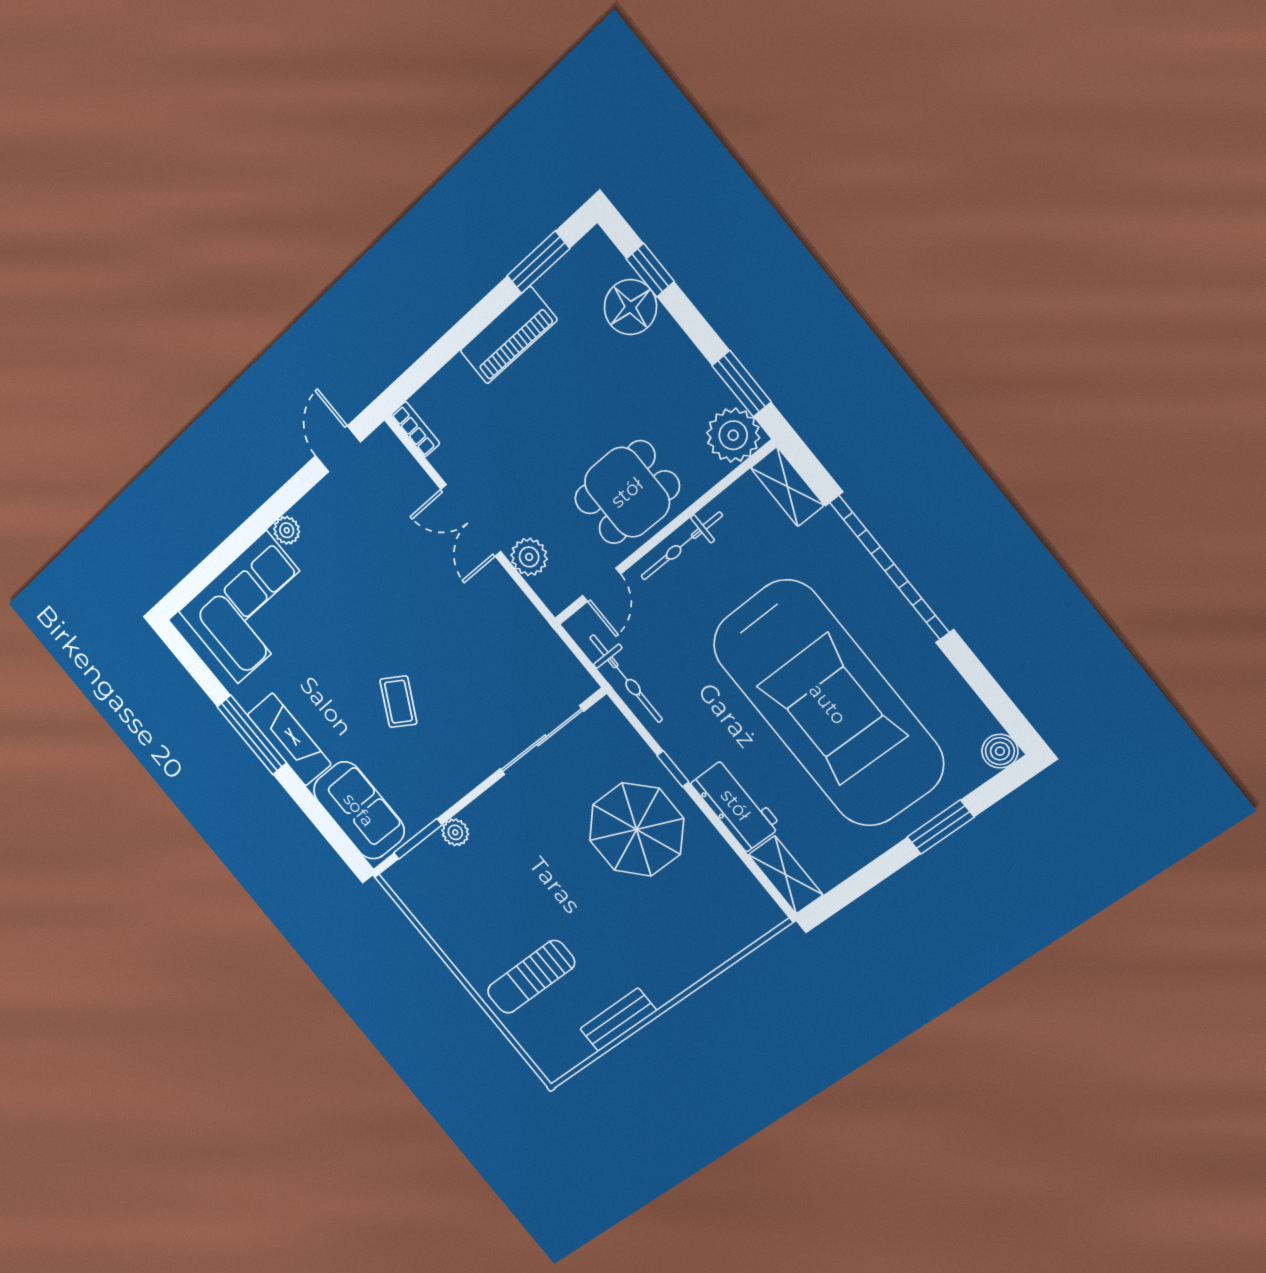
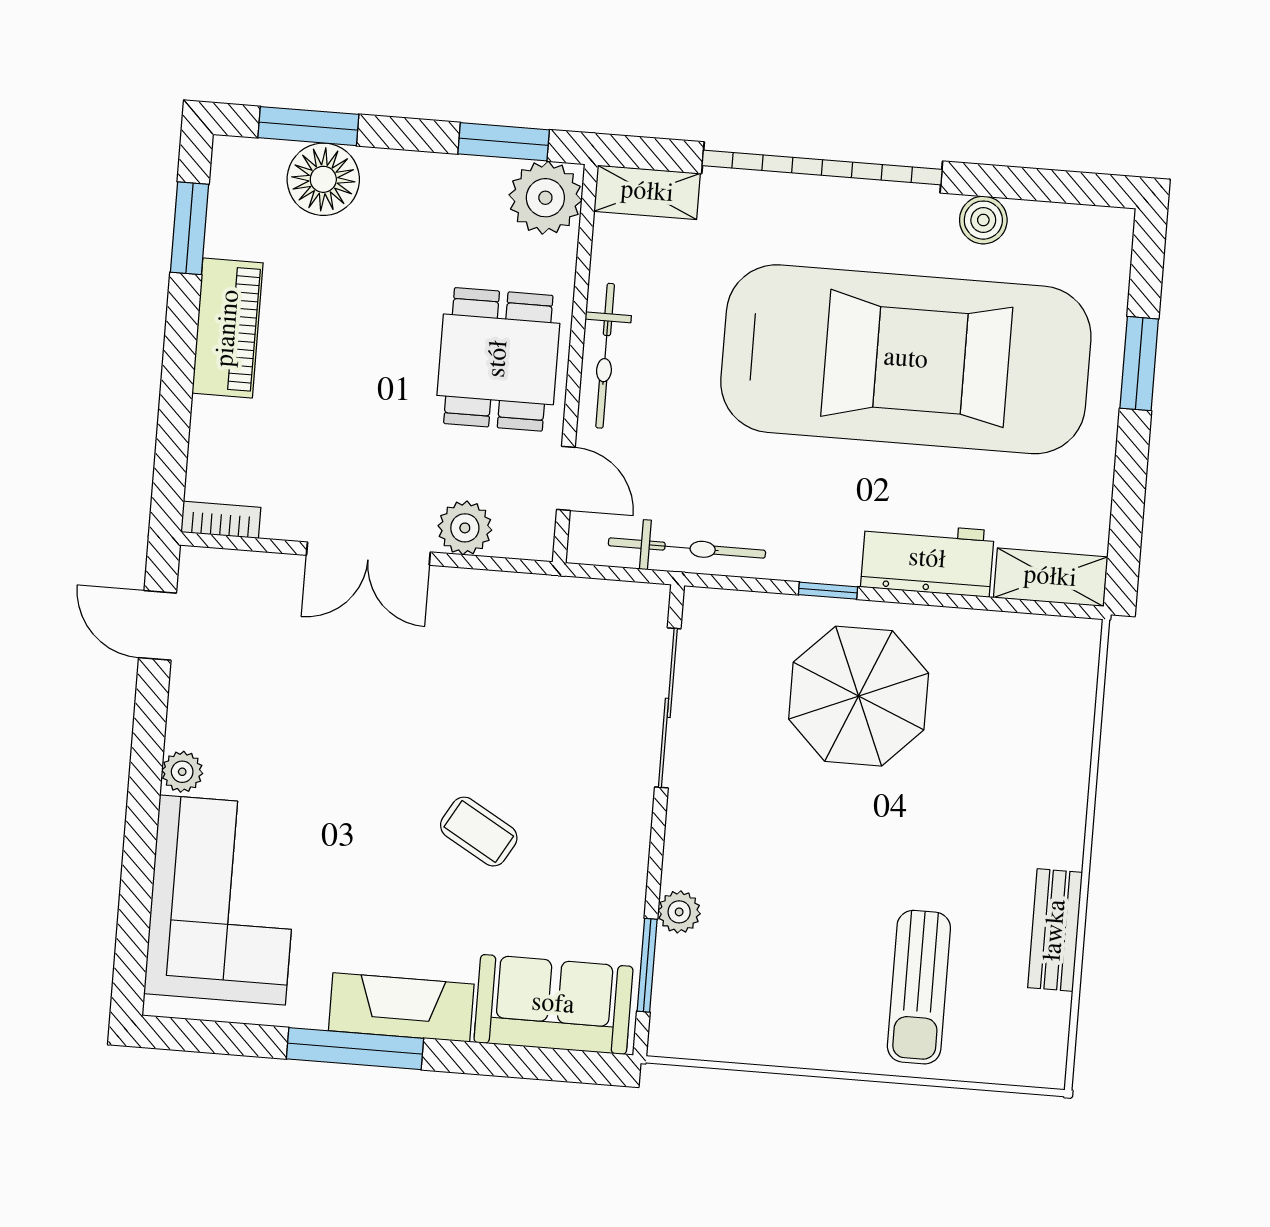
window: (650, 270) -> (308, 126), width x1.50
boiler: (1000, 751) -> (983, 220), moved

